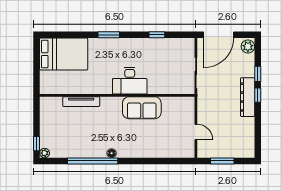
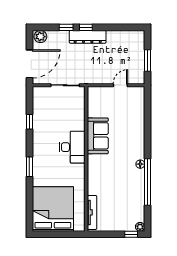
door: (219, 35) -> (29, 64), hinge flipped
bed: (64, 54) -> (53, 209), width x1.36
tv unit: (81, 102) -> (92, 212), moved

